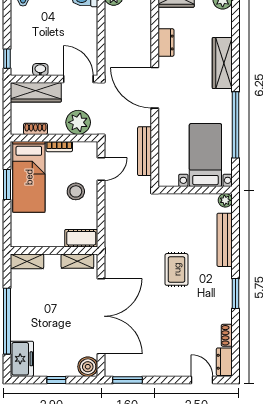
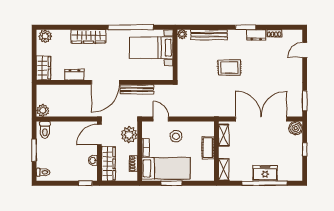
bench: (145, 151) -> (137, 89), moved
cot: (81, 238) -> (208, 148), moved
freezer: (22, 359) -> (265, 173), moved
dresser: (224, 362) -> (256, 35), moved

